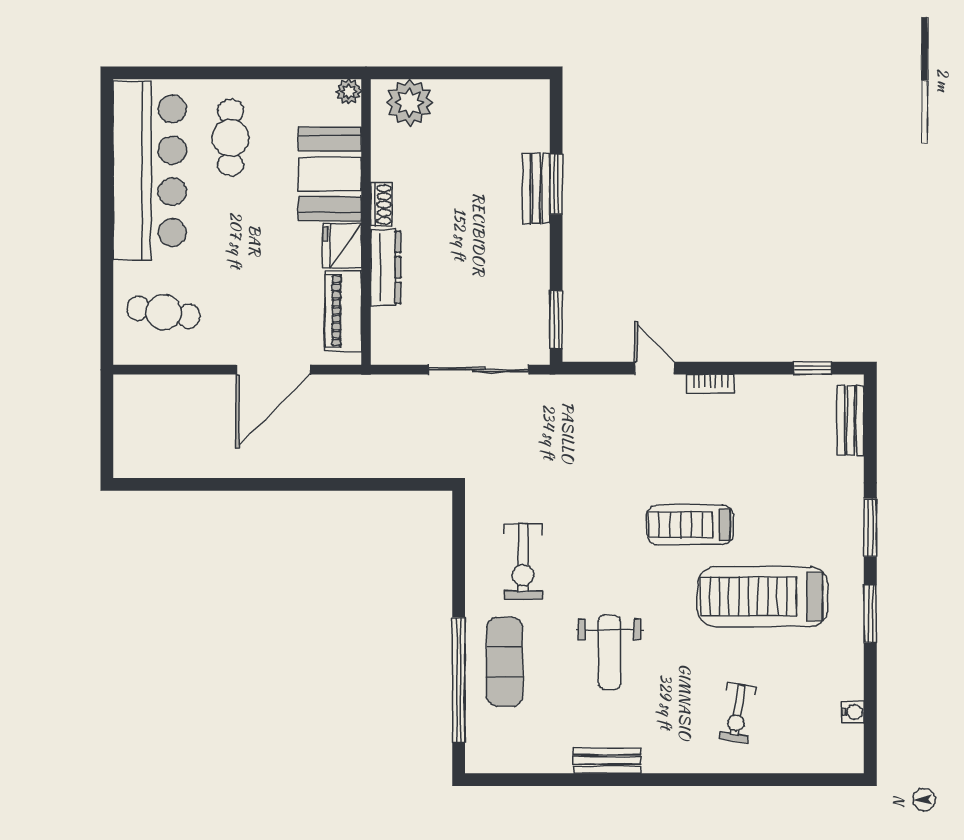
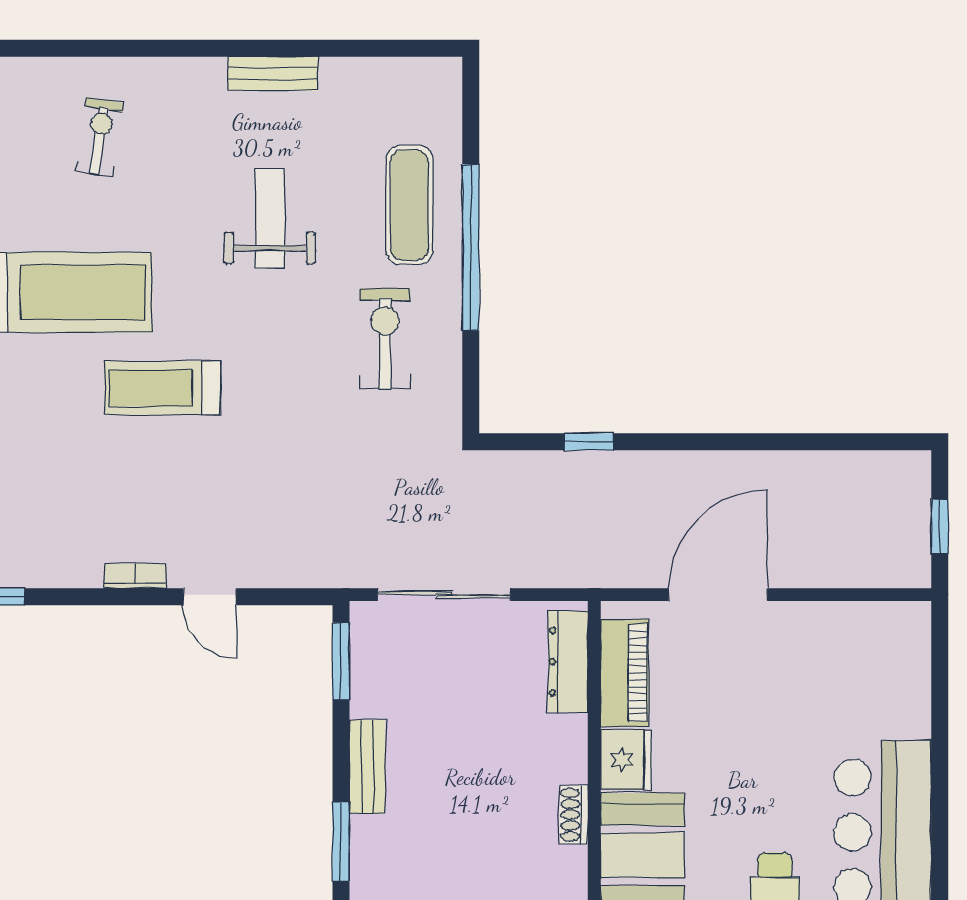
bench: (536, 189) -> (367, 767), moved
dresser: (386, 267) -> (568, 662), moved
cafe table: (163, 312) -> (864, 671), removed
window: (107, 421) -> (940, 526), added
window: (370, 484) -> (589, 442), added
treadmill: (690, 525) -> (162, 388), turned 180
window: (459, 680) -> (471, 247), moved

